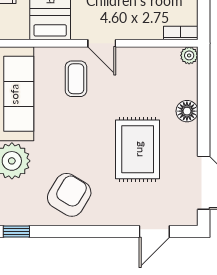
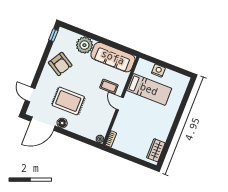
door: (102, 43) -> (120, 103), hinge flipped
floor lamp: (187, 111) -> (62, 123), moved

